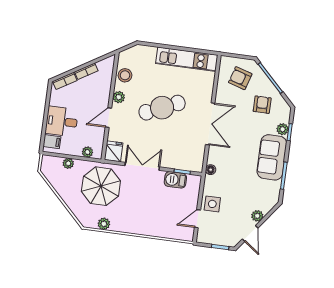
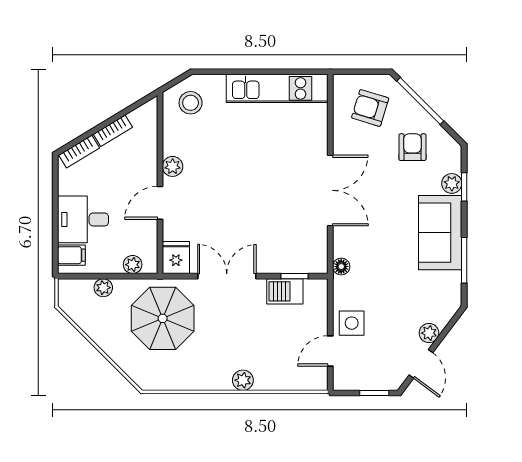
stool: (125, 75) -> (191, 103), moved
cafe table: (162, 108) -> (247, 174), removed
plant: (104, 224) -> (243, 380), moved

